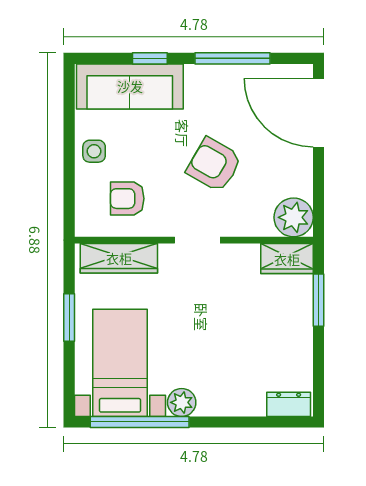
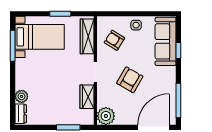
window: (233, 58) -> (178, 100), moved
armchair: (127, 199) -> (114, 40), turned -58
wardrobe: (287, 259) -> (87, 97), moved
plant: (182, 402) -> (22, 96), moved
window: (140, 422) -> (13, 46), width x0.68

